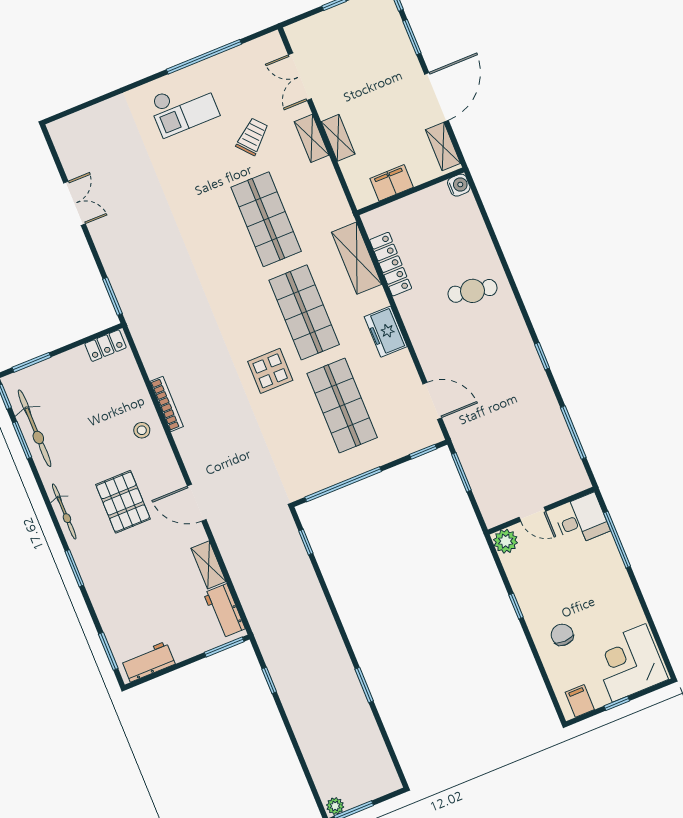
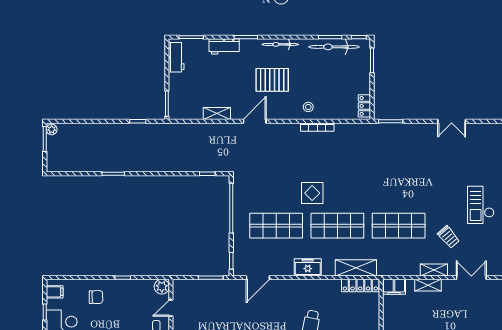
filing cabinet: (392, 183) -> (394, 287), moved, turned 90
locker: (391, 264) -> (360, 286), moved
workbench: (224, 611) -> (224, 46), moved, turned 180

